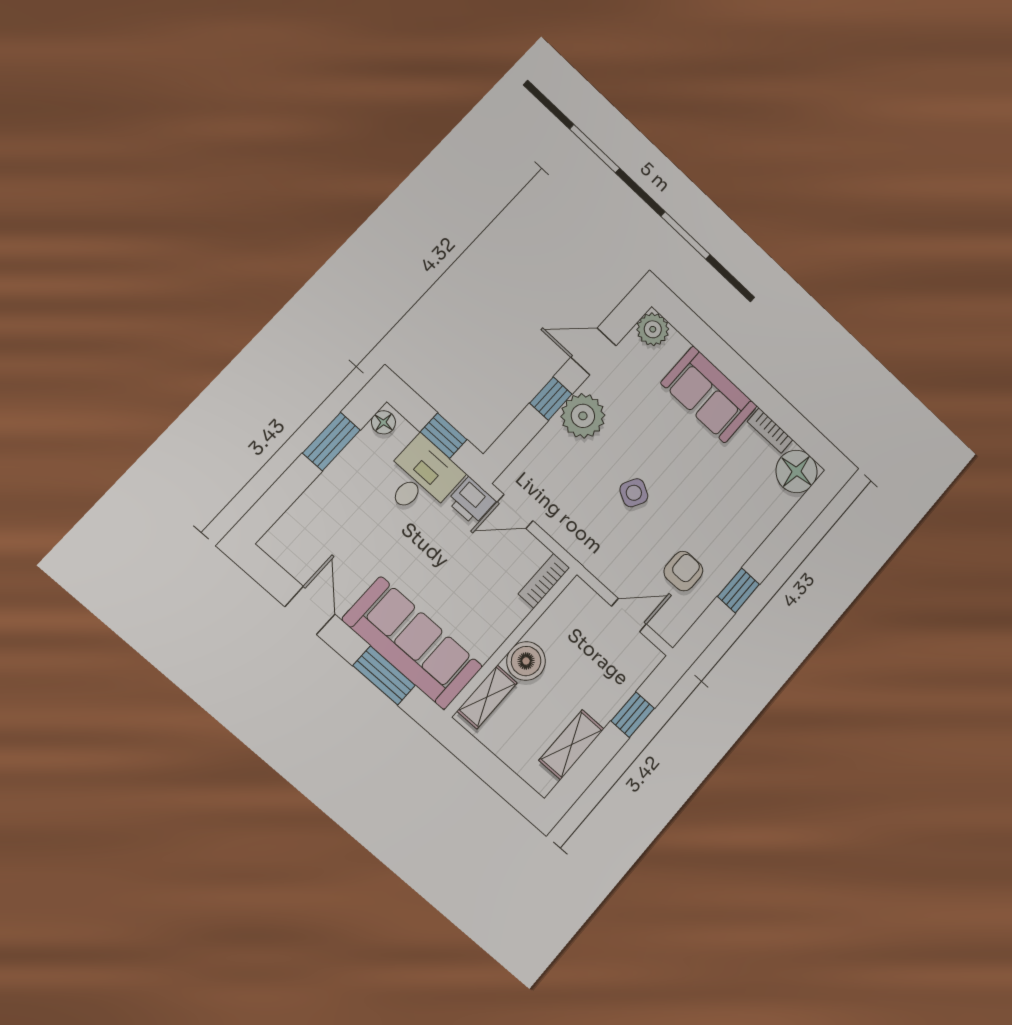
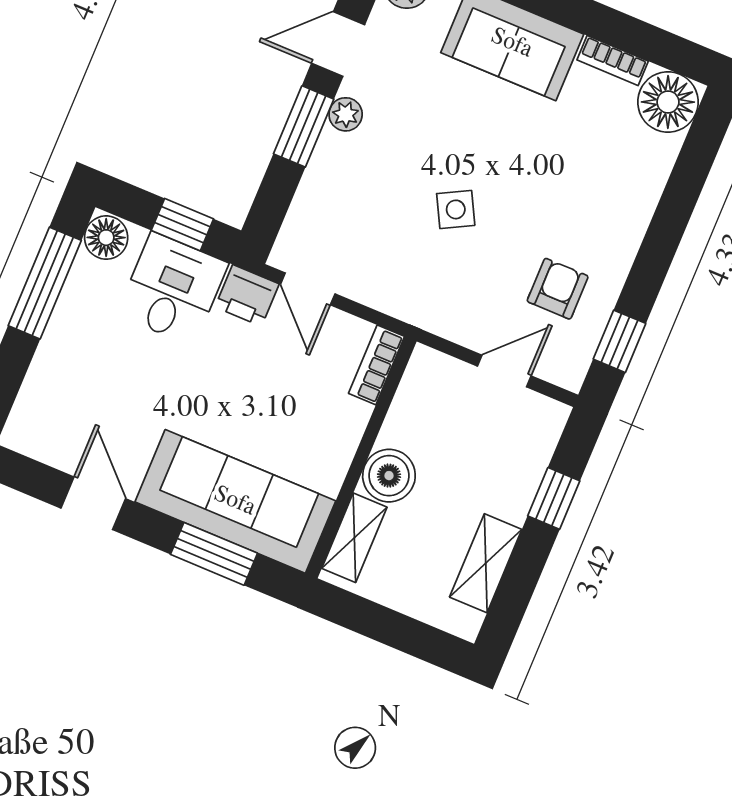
window: (551, 399) -> (304, 126), width x1.50
plant: (583, 416) -> (346, 114), width x0.53, depth x0.53
floor lamp: (383, 422) -> (106, 238), width x1.37, depth x1.37
window: (331, 442) -> (45, 283), width x1.44
side table: (634, 493) -> (456, 209), turned 34
door: (515, 511) -> (308, 289), hinge flipped
window: (738, 590) -> (619, 341), moved

